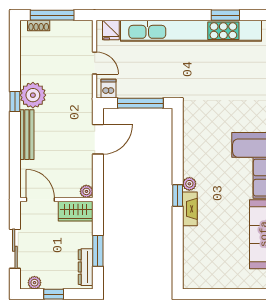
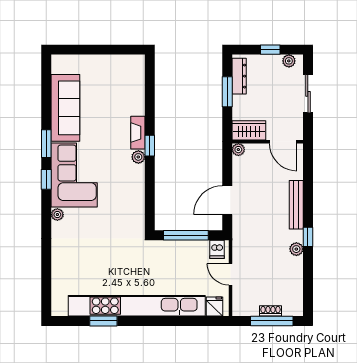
shoe rack: (39, 25) -> (270, 311), moved
plant: (33, 95) -> (296, 249), width x0.53, depth x0.53

